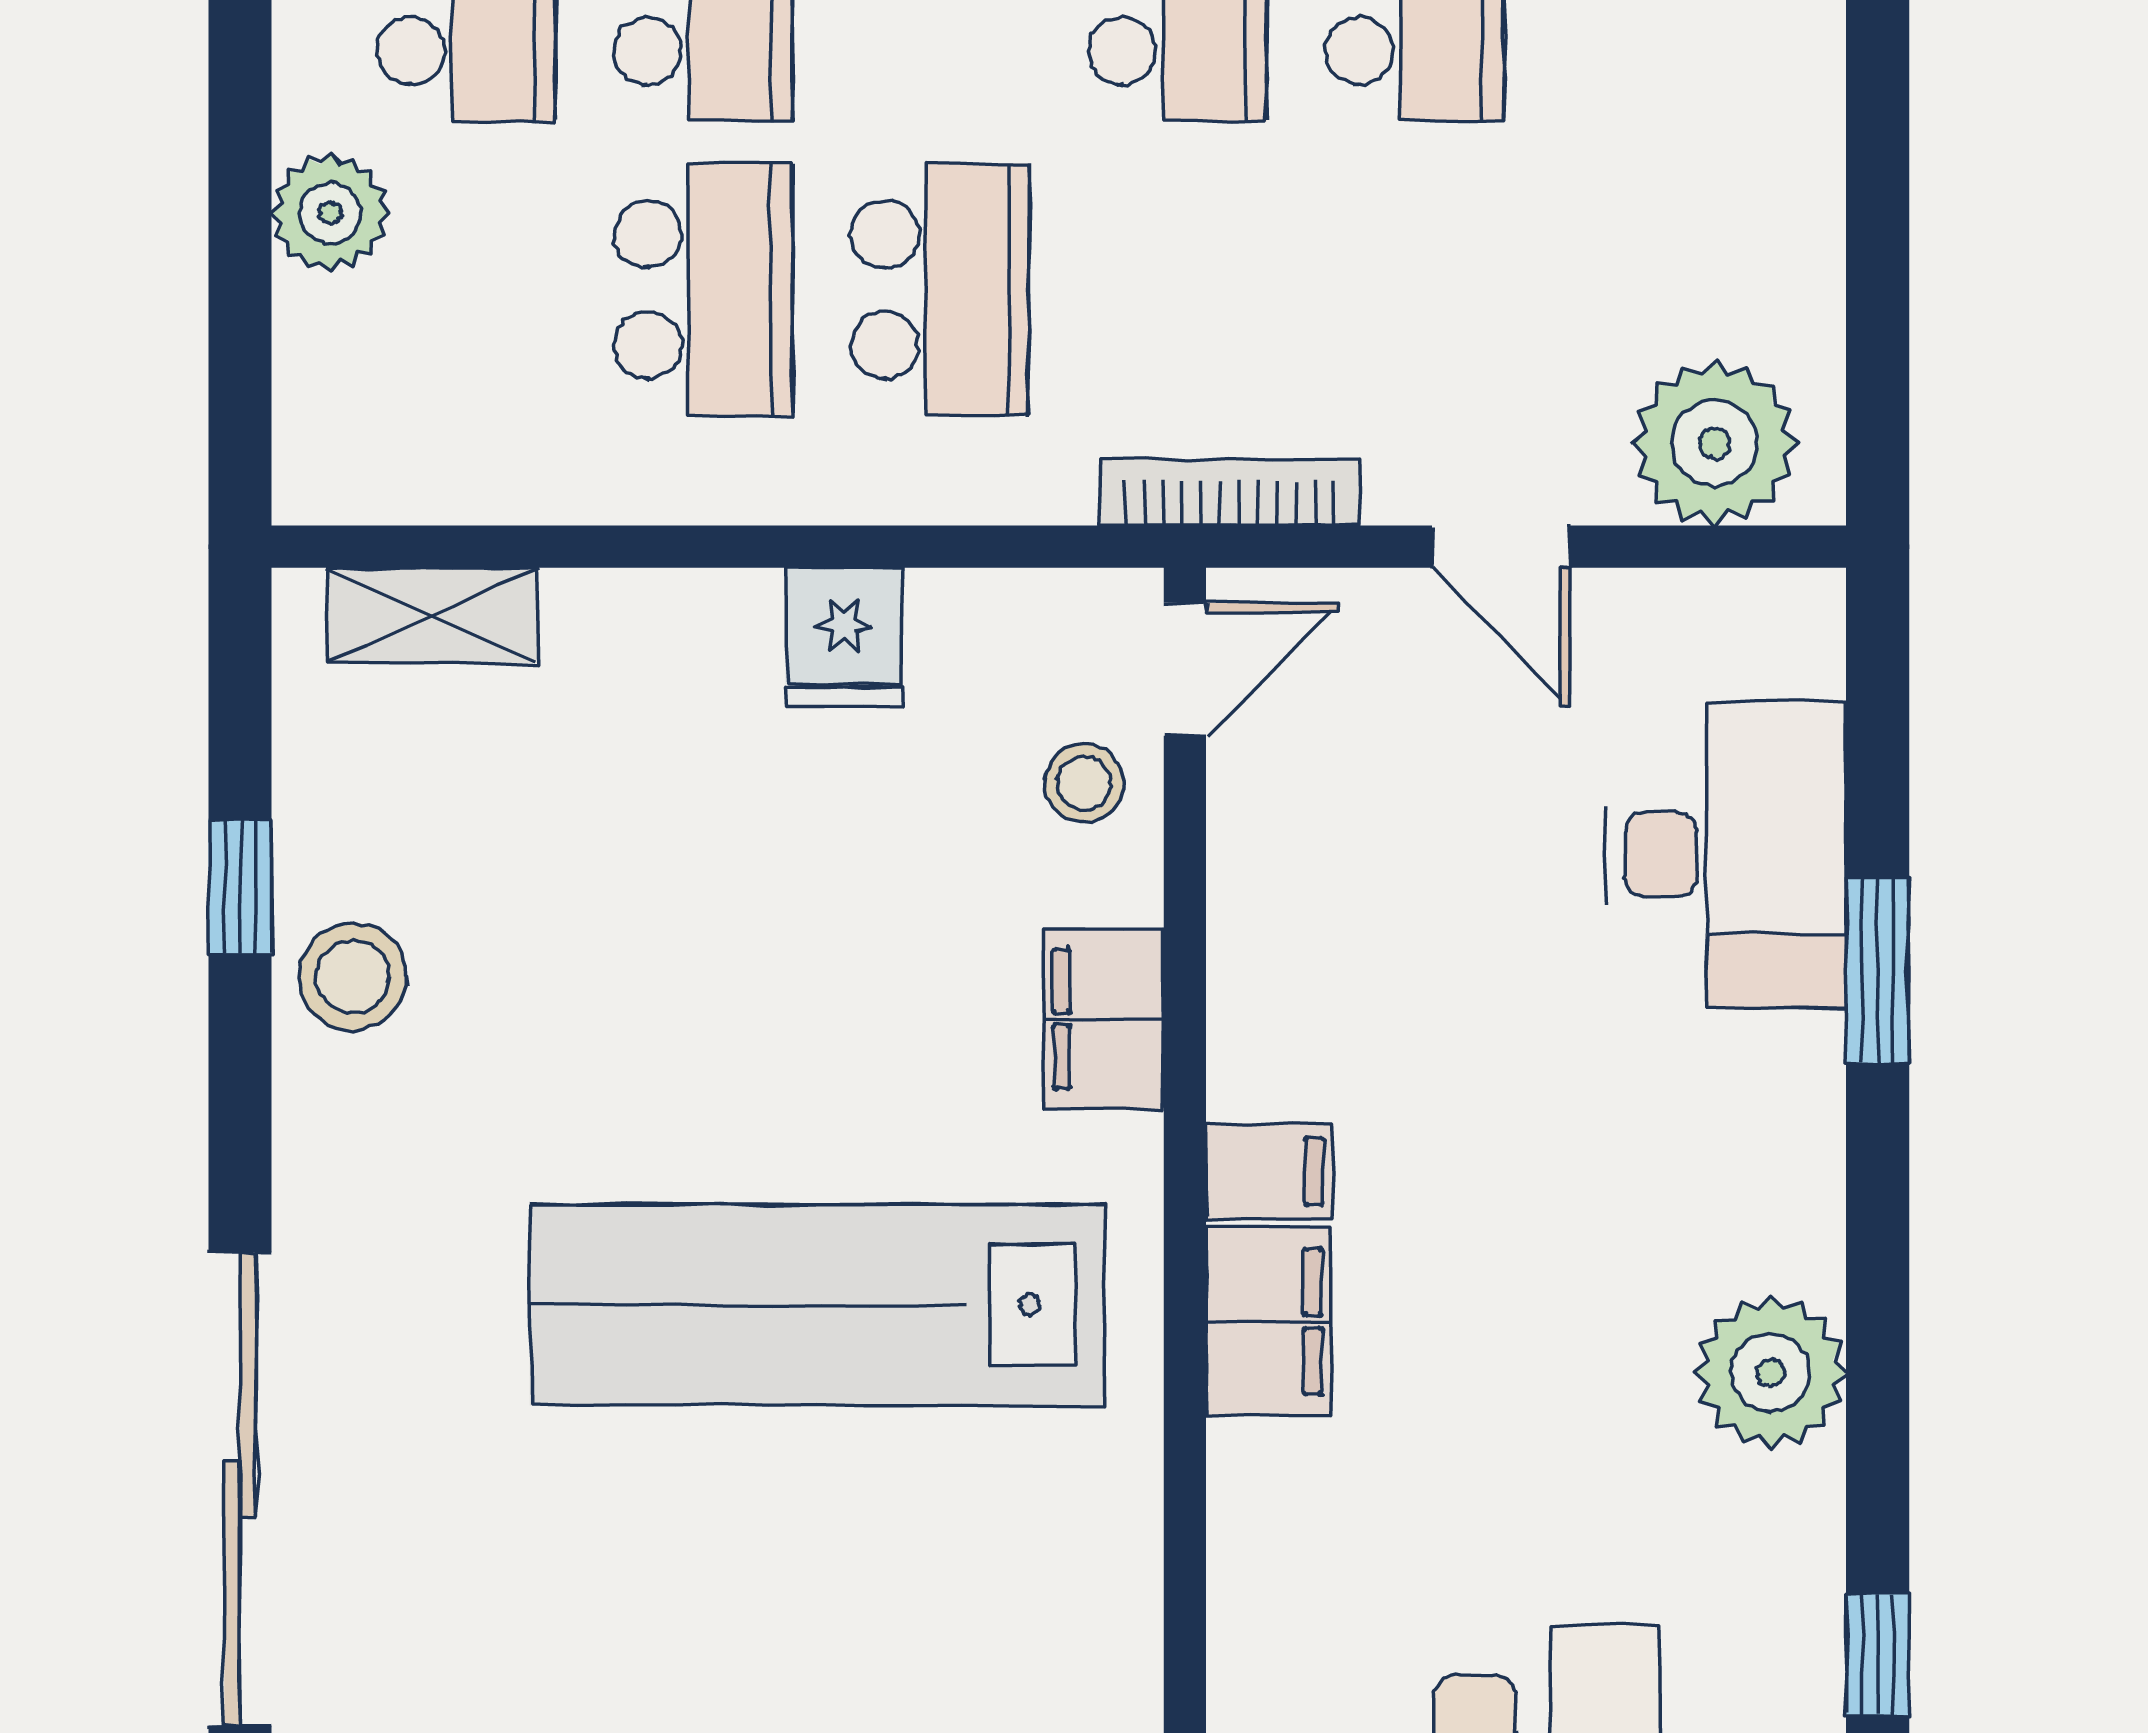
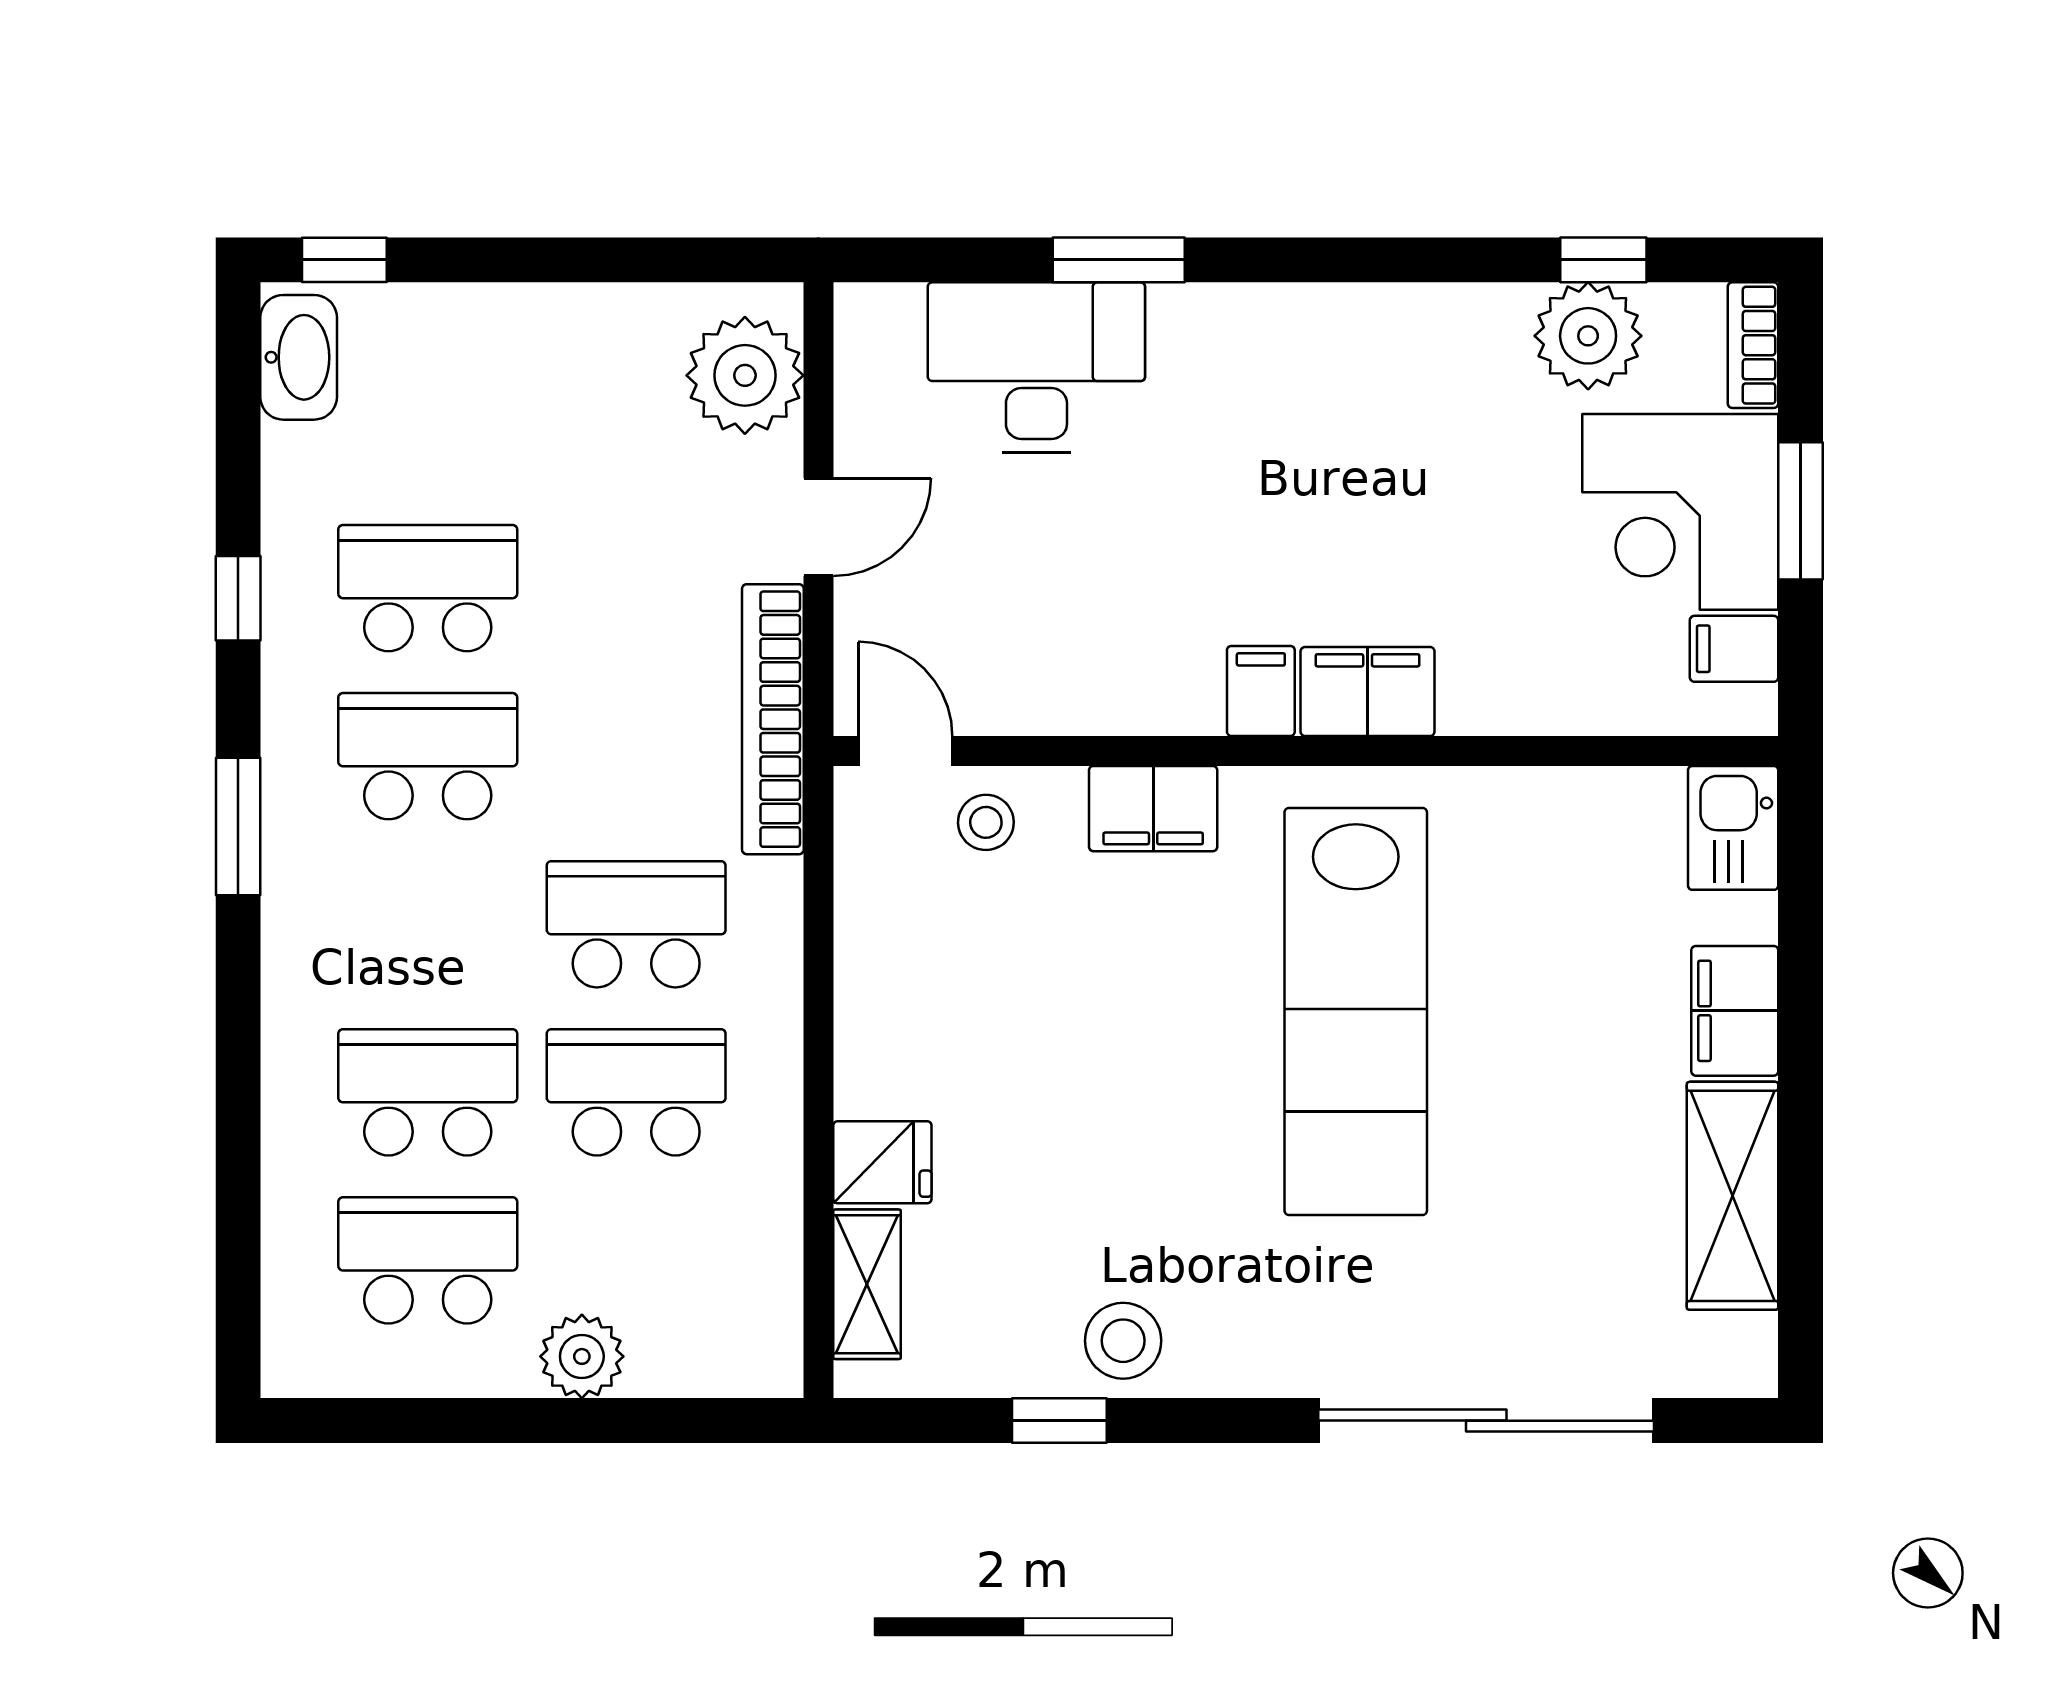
bookcase: (1230, 493) -> (773, 719), width x1.48, depth x1.31
fridge: (844, 637) -> (882, 1162), moved
plant: (1771, 1372) -> (1588, 336), moved

